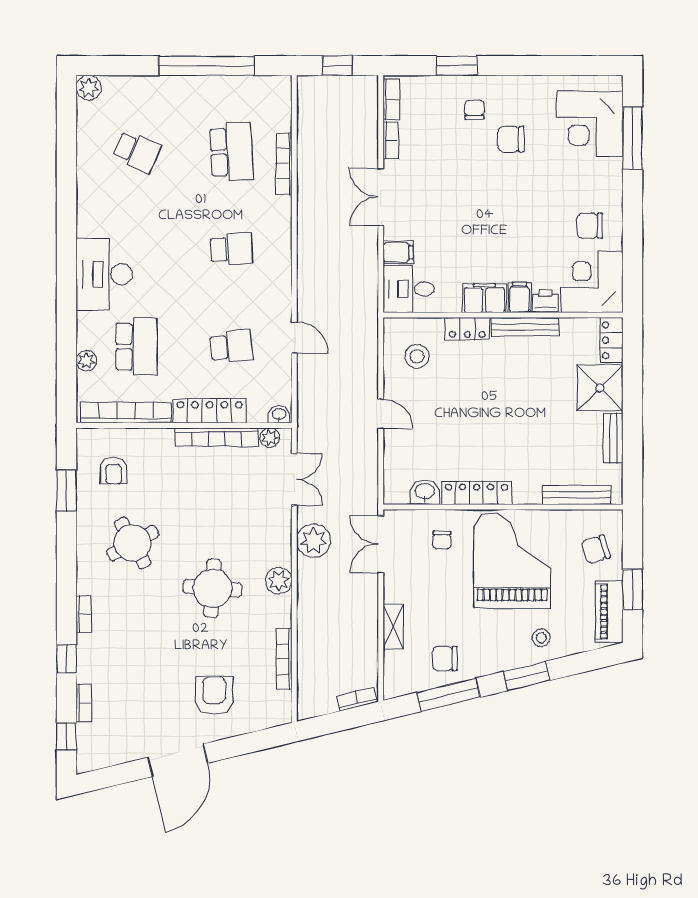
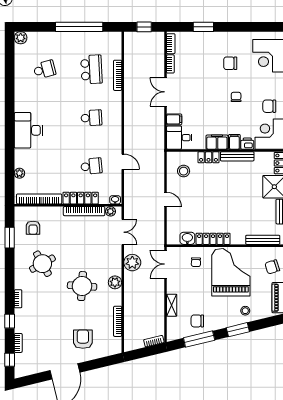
chair: (474, 110) -> (236, 97), moved
school desk: (137, 152) -> (44, 69), turned -39
school desk: (137, 347) -> (44, 166), removed

